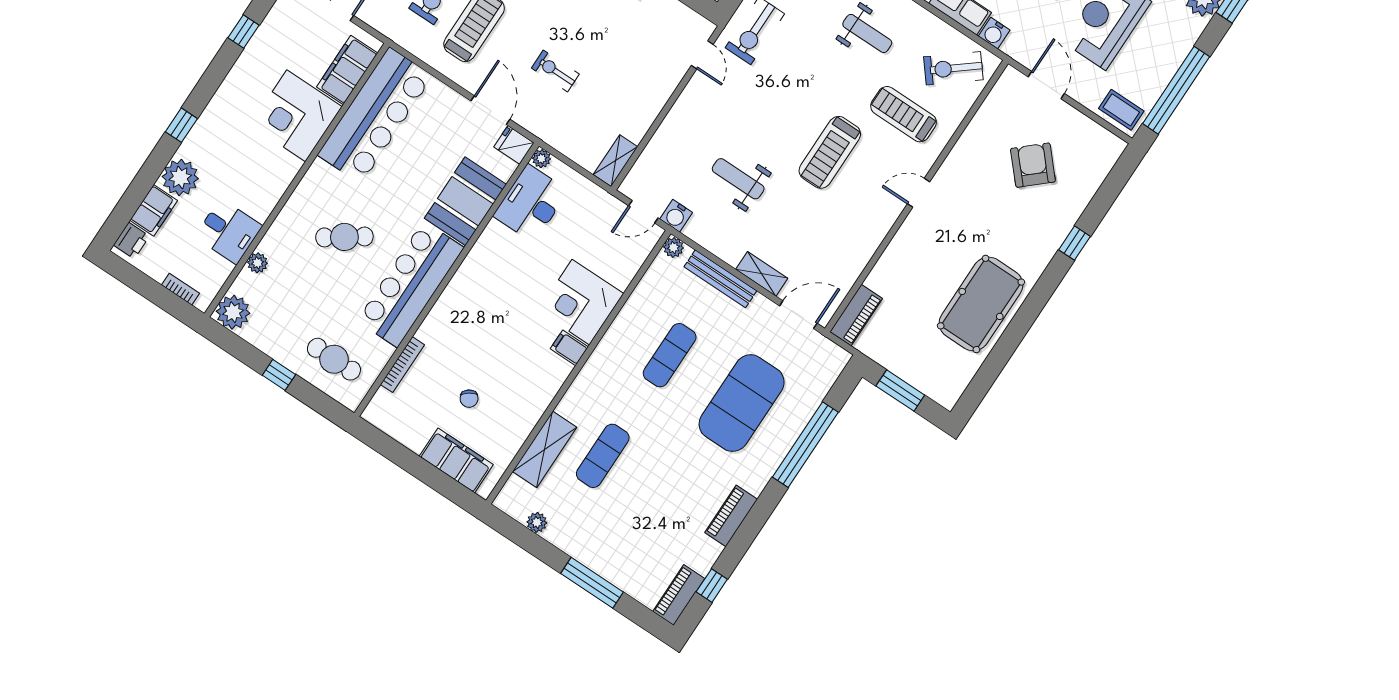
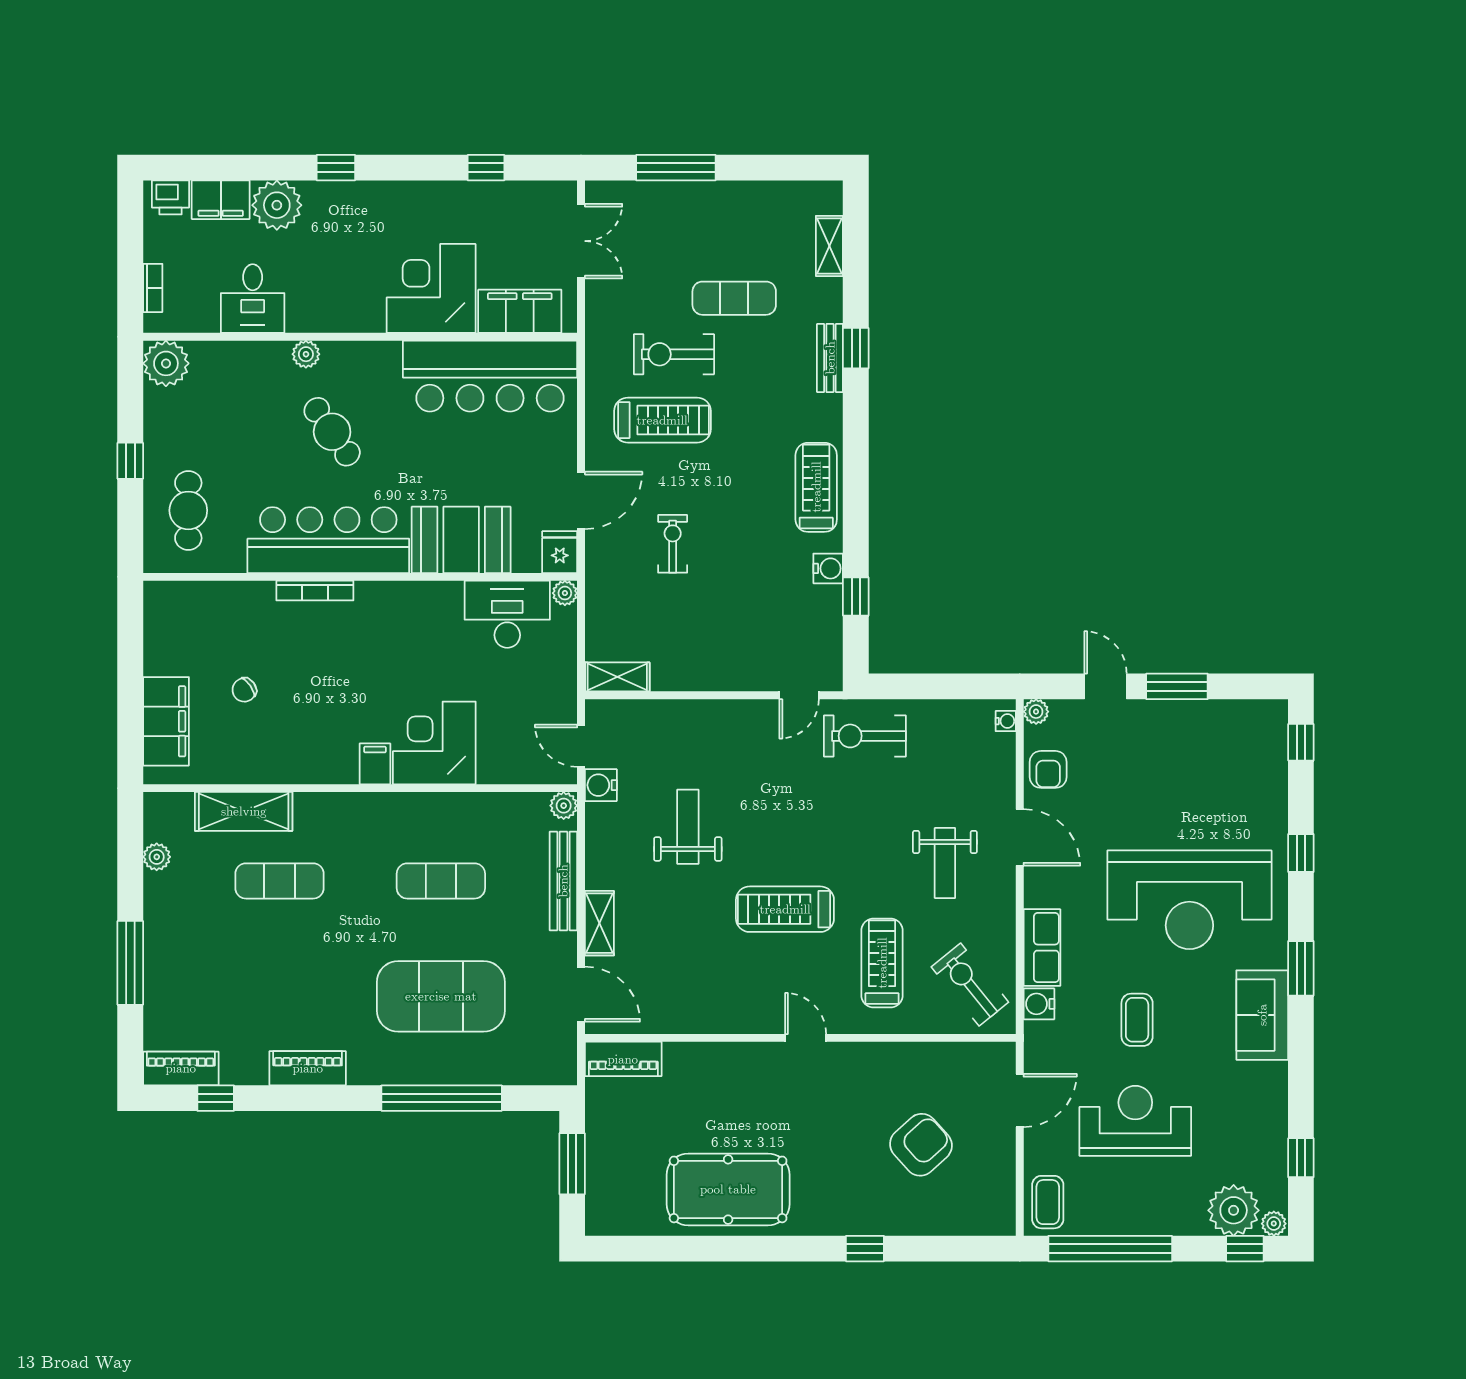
plant: (258, 263) -> (306, 354), moved
bookcase: (402, 365) -> (315, 591), moved

